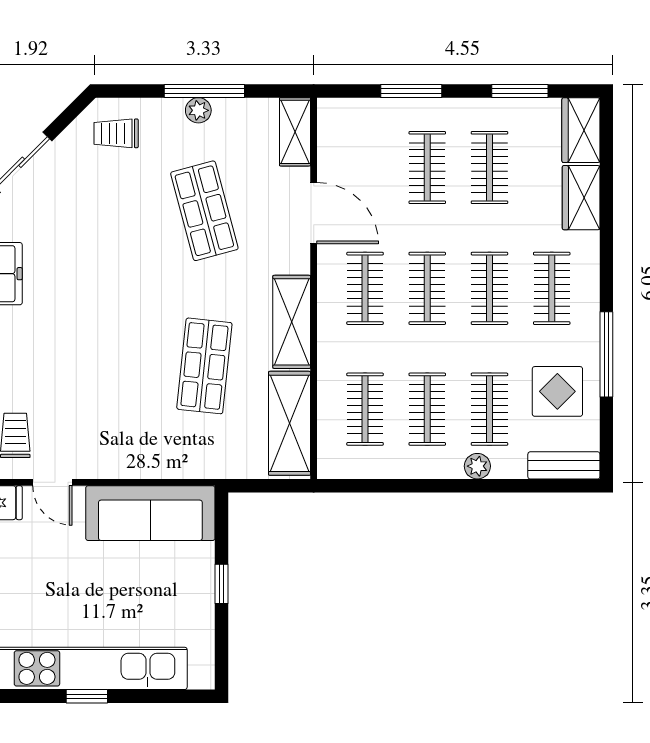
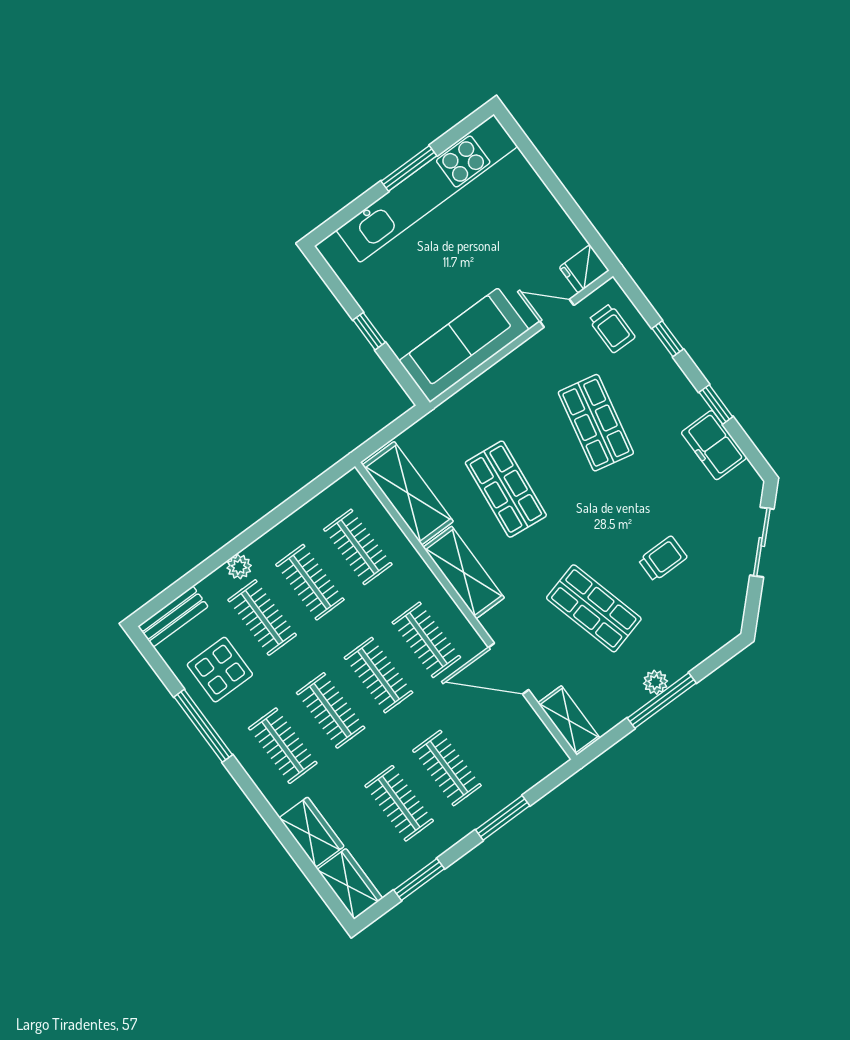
trolley: (116, 133) -> (663, 559), moved
shop shelf: (87, 366) -> (596, 423), added
window: (87, 696) -> (409, 168), width x1.50

